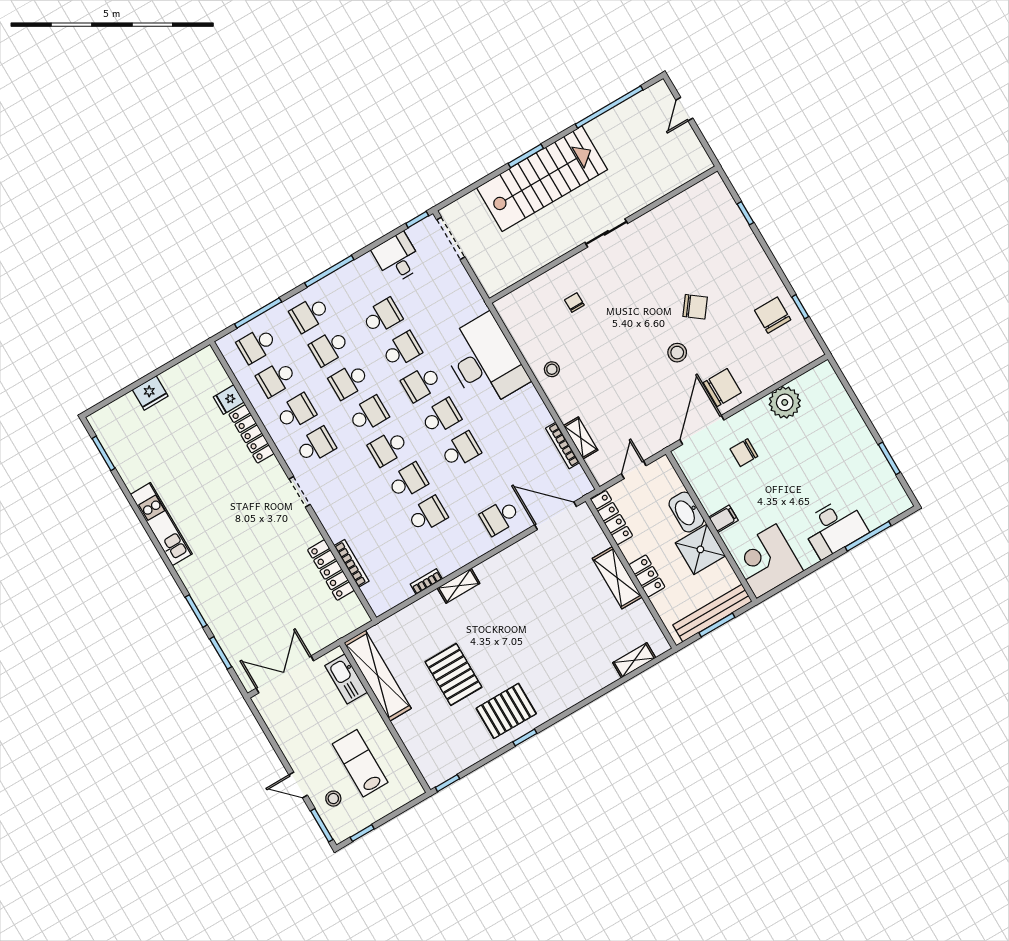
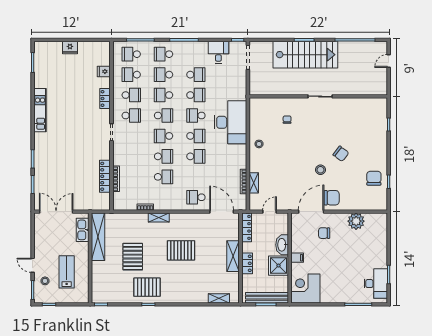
locker: (251, 434) -> (105, 98), width x0.66
desk: (834, 528) -> (376, 284), moved, turned -90
pallet: (526, 618) -> (181, 250), added

